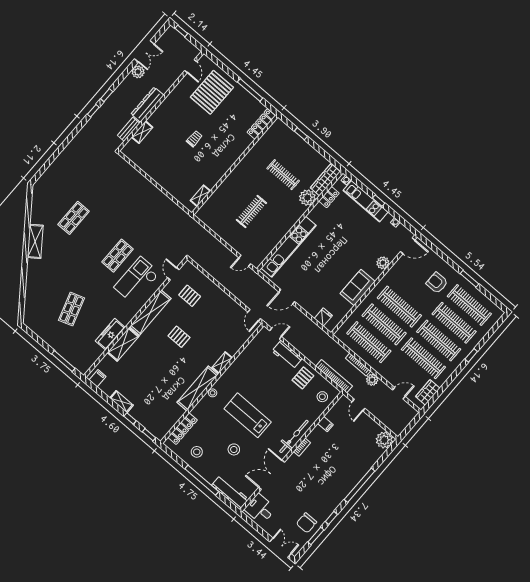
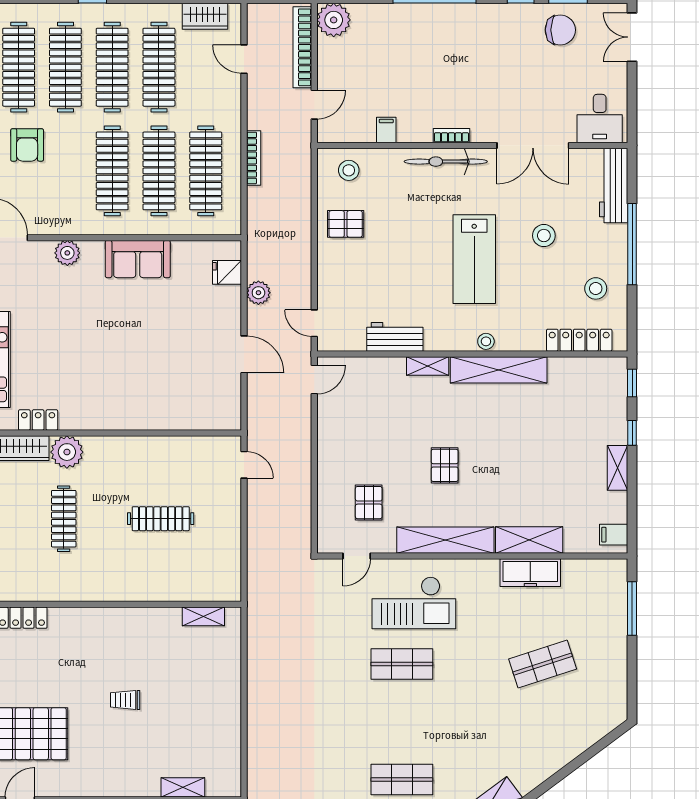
kitchen unit: (289, 247) -> (166, 416), removed
workbench: (287, 355) -> (395, 337), moved, turned -90
bookcase: (334, 376) -> (302, 47), moved
plant: (372, 380) -> (258, 293), moved

